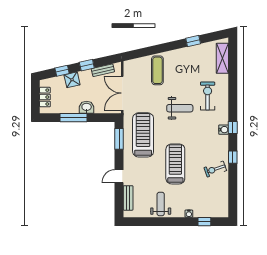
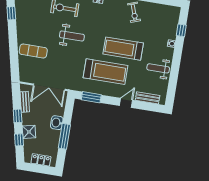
weight bench: (180, 108) -> (72, 36), turned 90
treadmill: (143, 135) -> (106, 72), moved, turned 180
door: (119, 176) -> (126, 103), swing flipped

